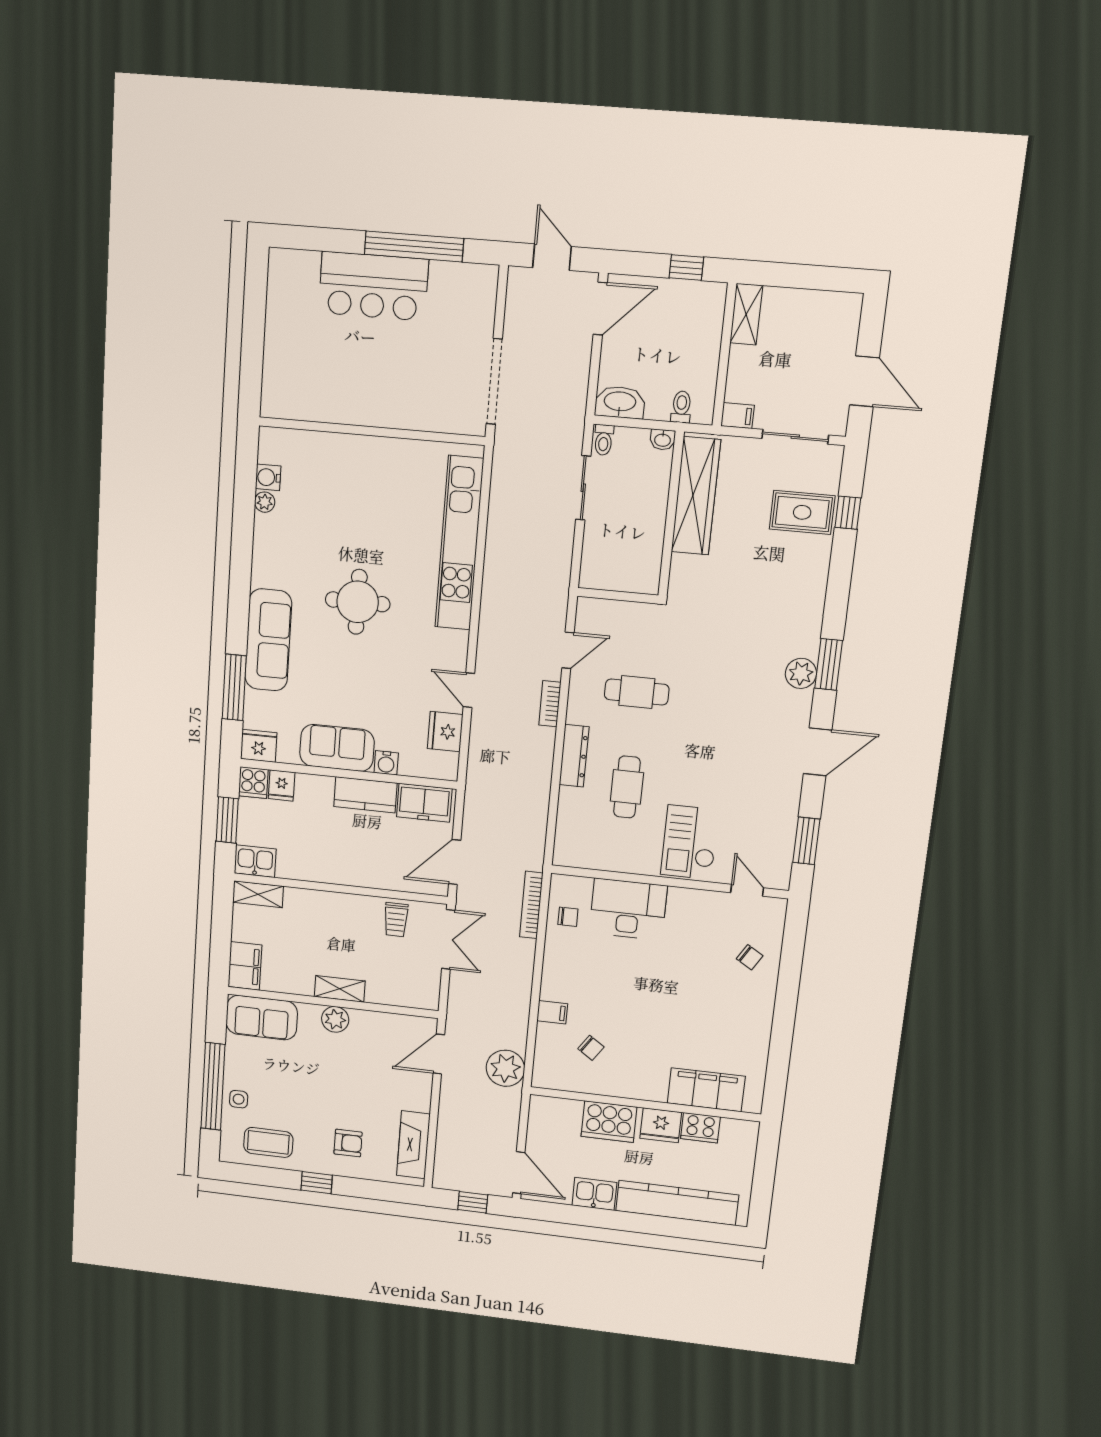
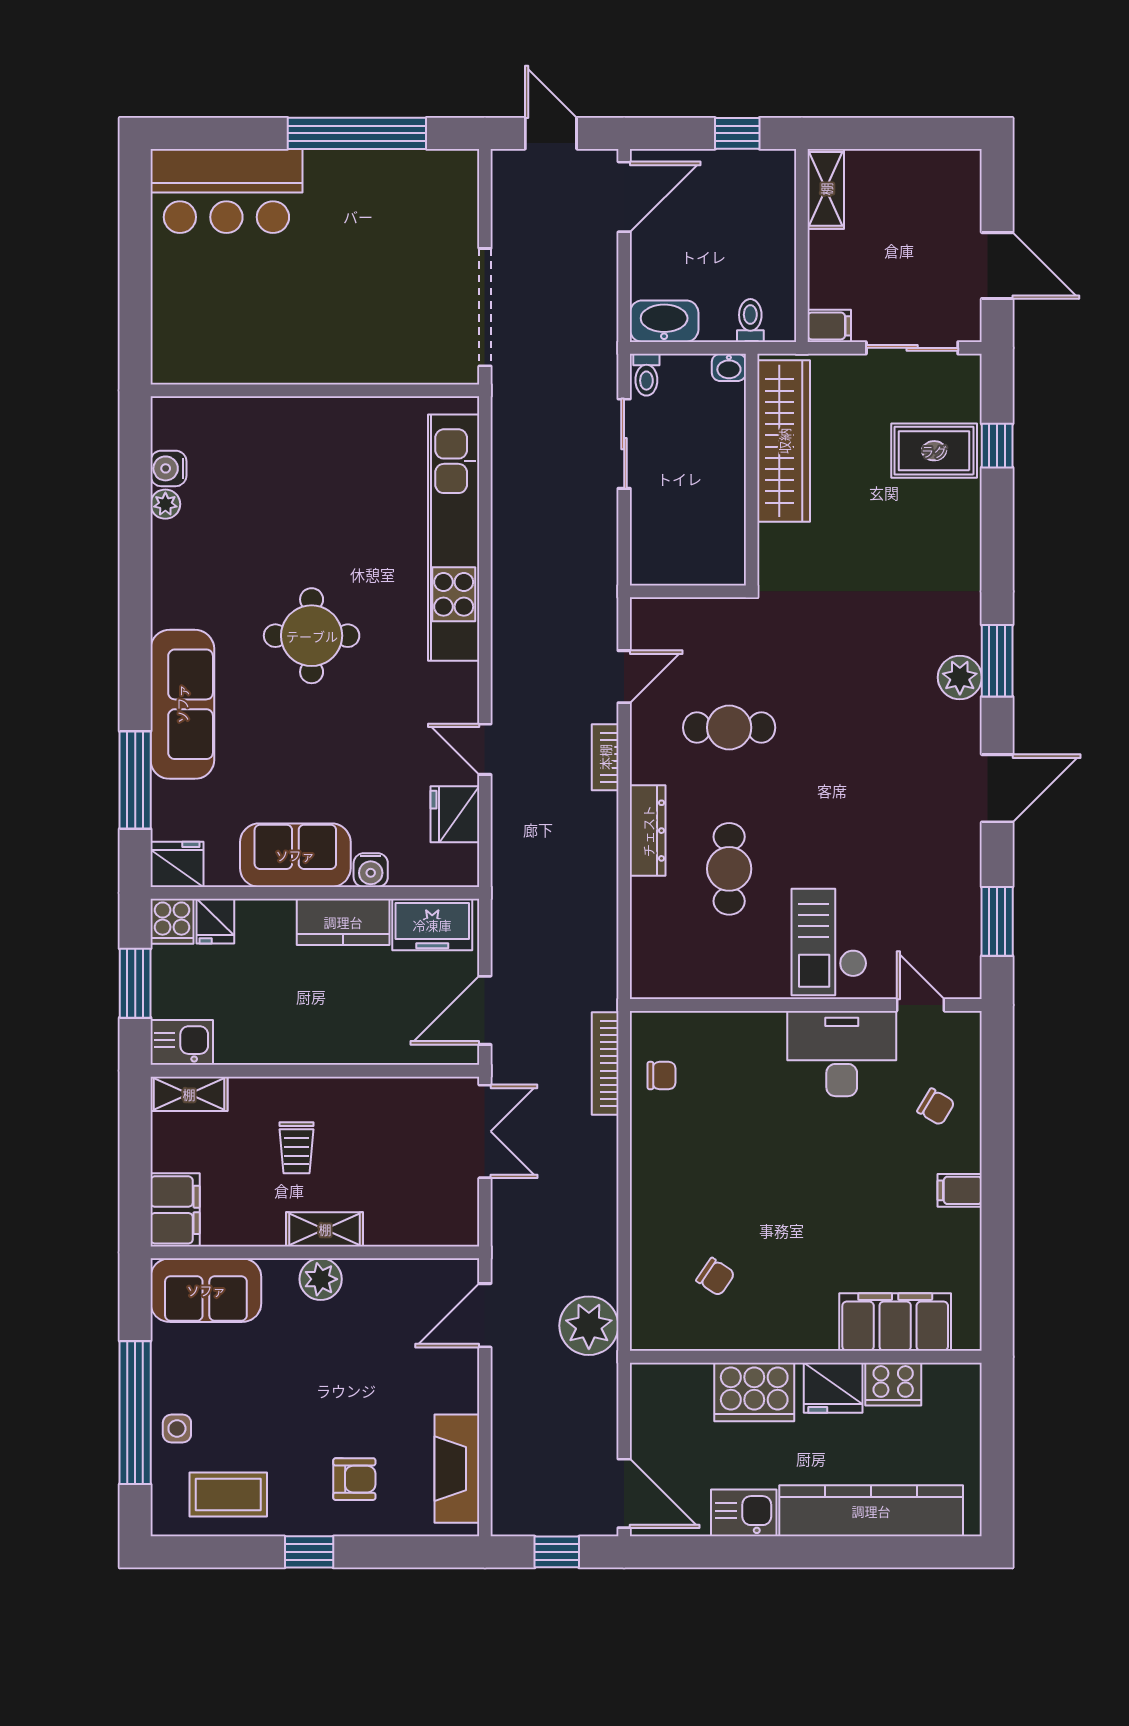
bar counter: (373, 286) -> (226, 191), moved
desk: (628, 909) -> (842, 1054), moved
trolley: (396, 920) -> (297, 1148), moved
filing cabinet: (552, 1012) -> (960, 1190), moved, turned 180

